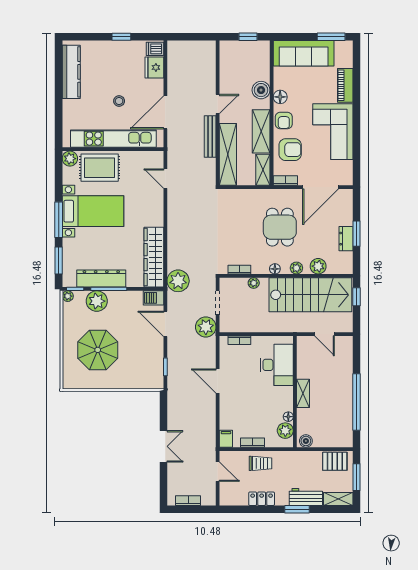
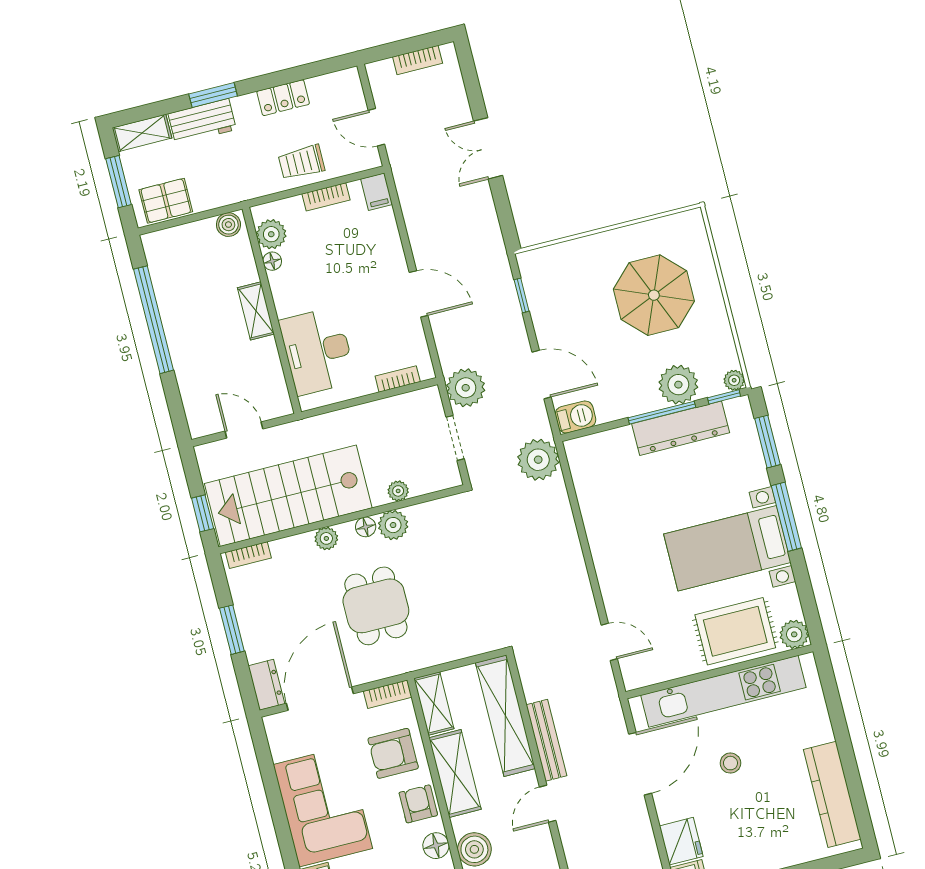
dresser: (346, 239) -> (266, 685), moved
wardrobe: (154, 257) -> (594, 492), removed
plant: (318, 266) -> (393, 525), moved
bookcase: (239, 270) -> (248, 555), moved

